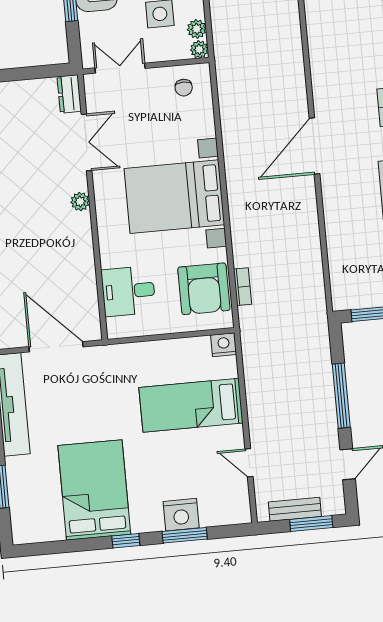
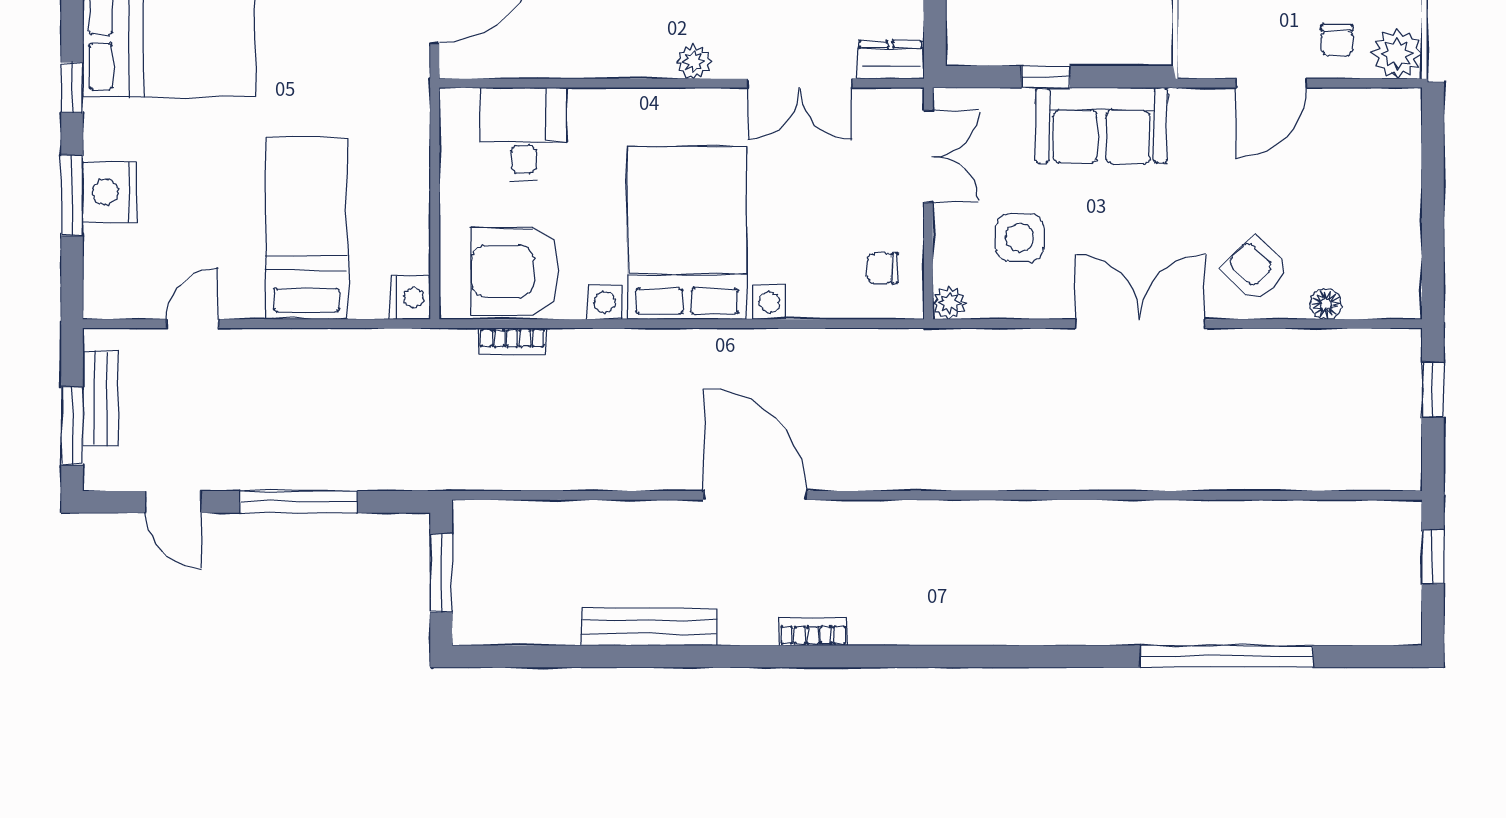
plant: (197, 29) -> (987, 302), removed

